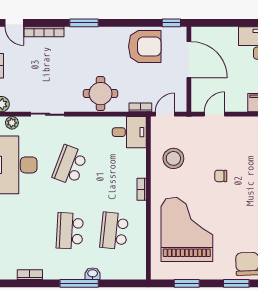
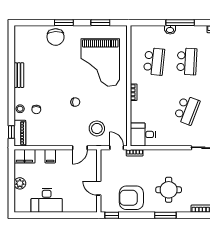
window: (84, 23) -> (165, 215), moved
door: (189, 60) -> (99, 188), width x0.53
round table: (101, 94) -> (169, 190), moved
door: (165, 114) -> (117, 148), swing flipped
stool: (173, 158) -> (97, 128), moved

